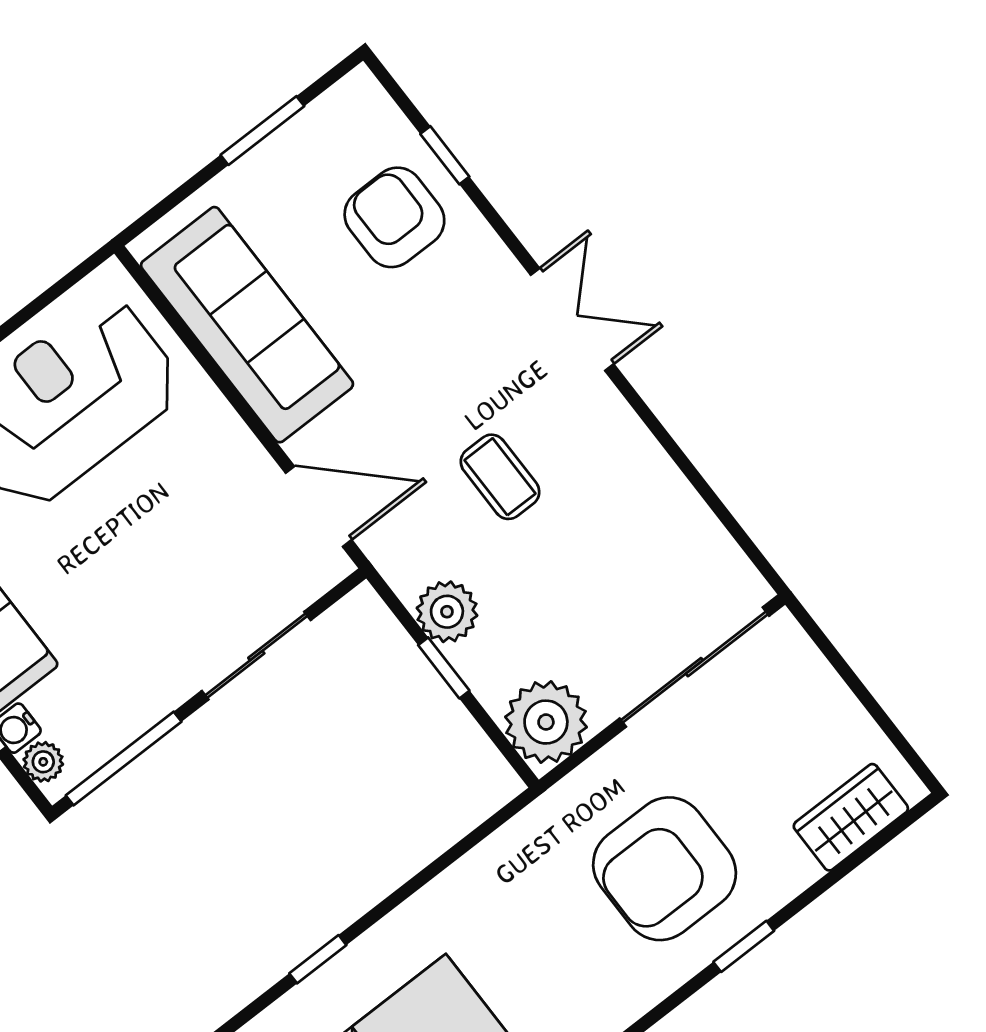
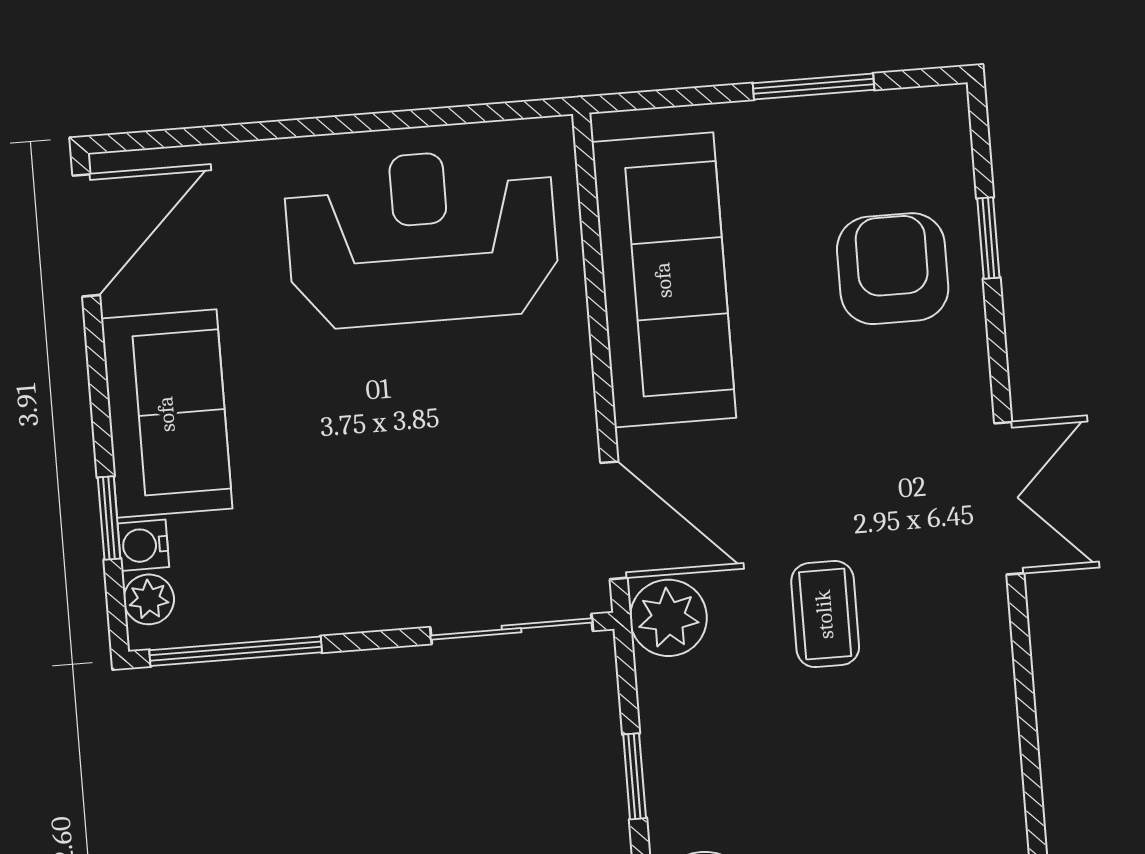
plant: (447, 612) -> (668, 618), moved
sliding door: (256, 656) -> (512, 629), moved

